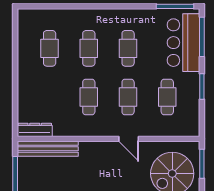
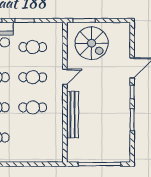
dresser: (35, 130) -> (58, 149), removed
bench: (48, 149) -> (73, 115), moved

